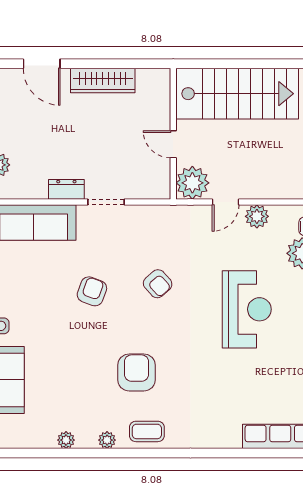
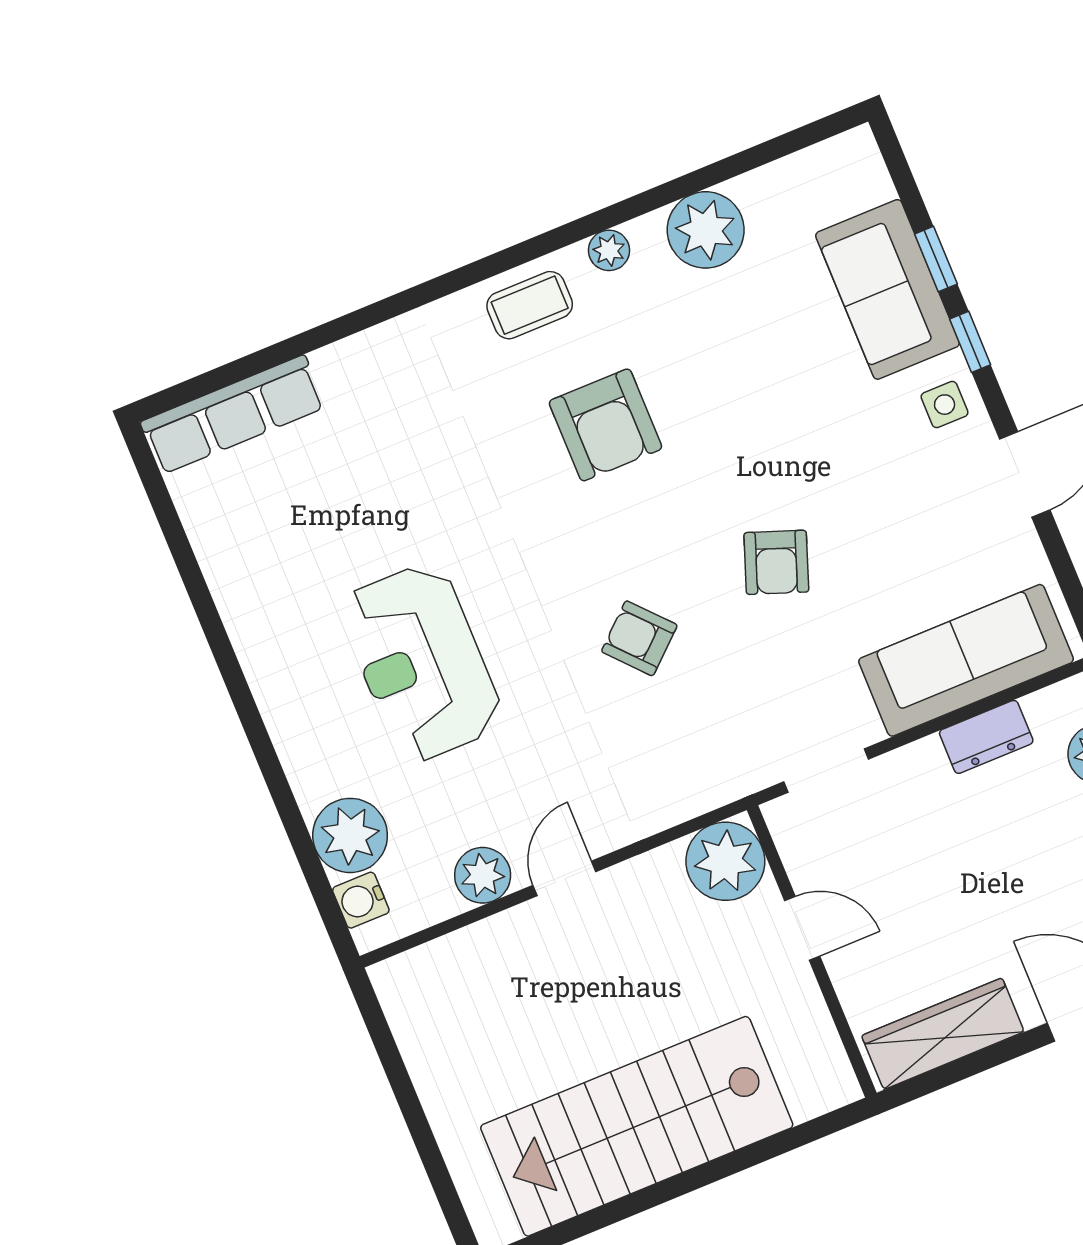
wall: (173, 134) -> (812, 951), moved
door: (173, 144) -> (802, 928), moved
plant: (192, 183) -> (725, 861), moved
dresser: (66, 189) -> (986, 737), moved
plant: (66, 440) -> (706, 230), width x1.87, depth x1.87

